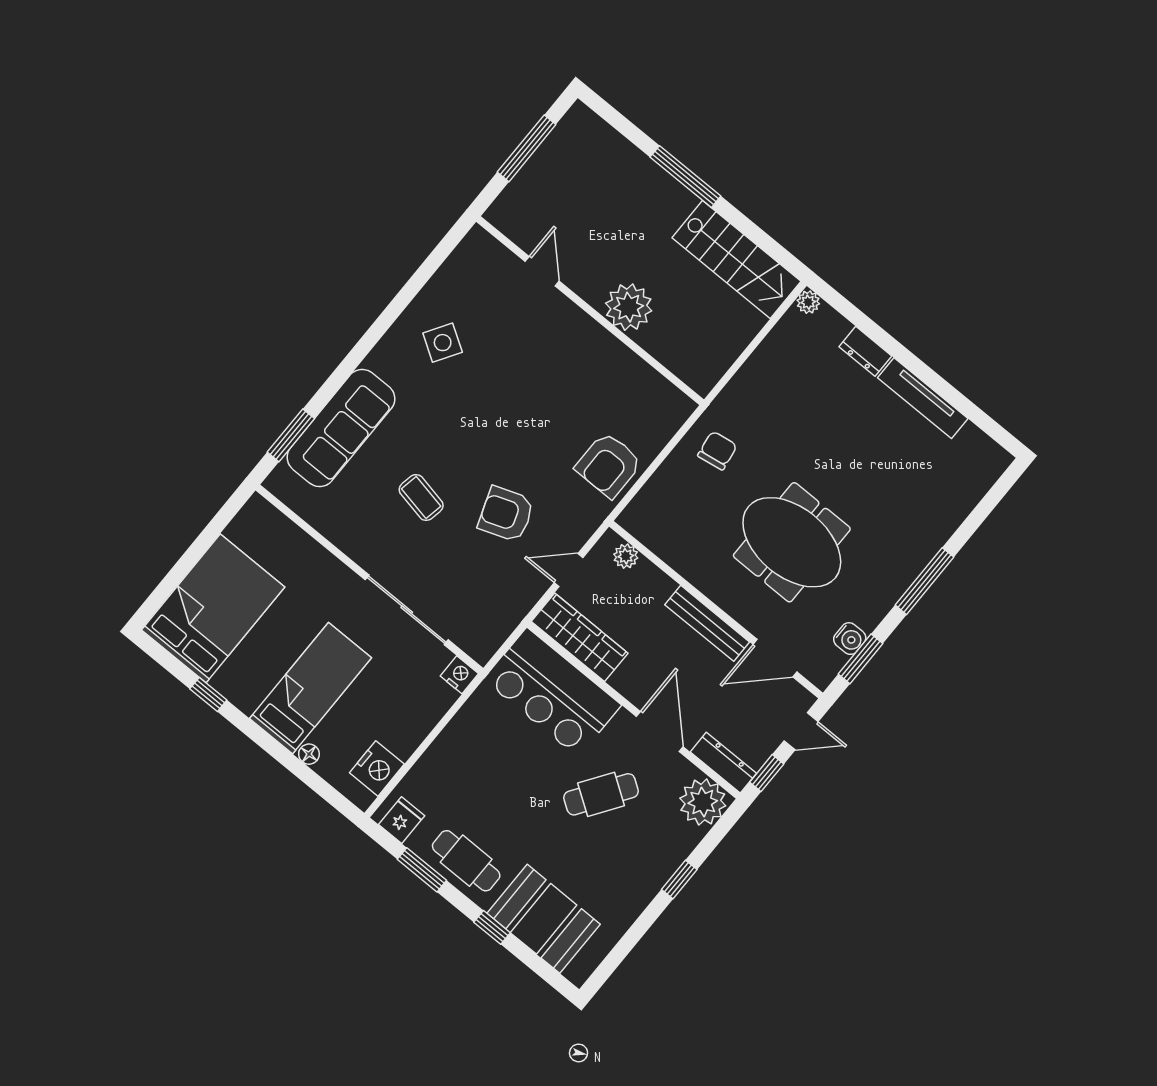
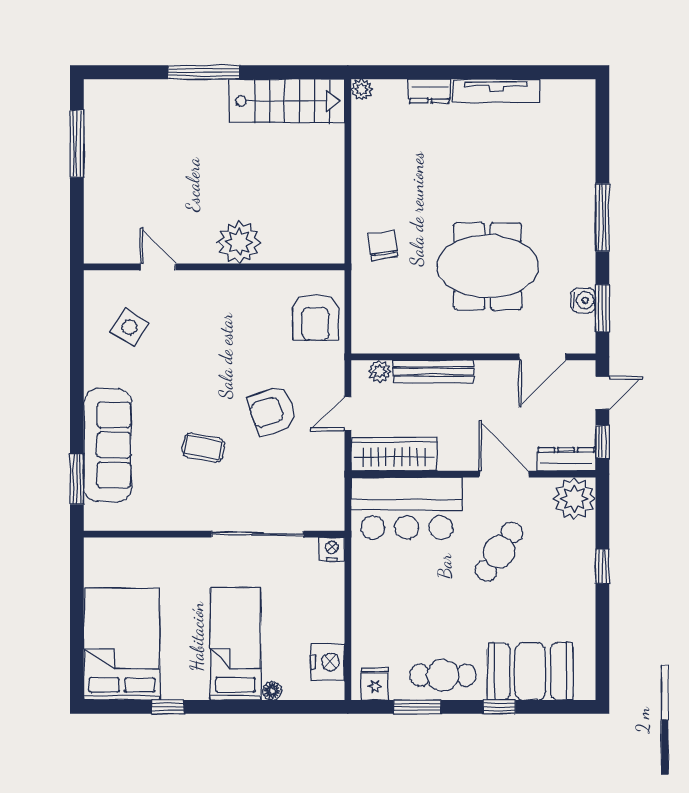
door: (542, 271) -> (158, 267), moved
plant: (629, 307) -> (239, 242), moved
wall: (590, 311) -> (214, 267), moved
bench: (707, 623) -> (433, 371), moved

